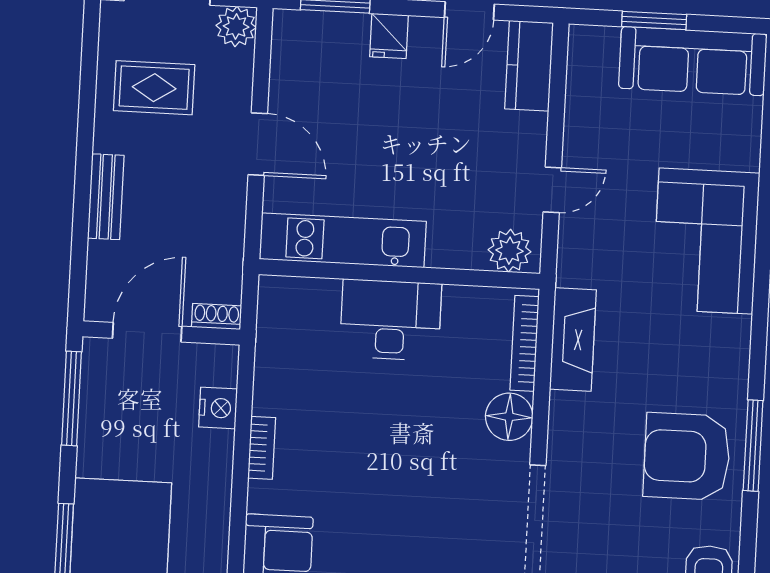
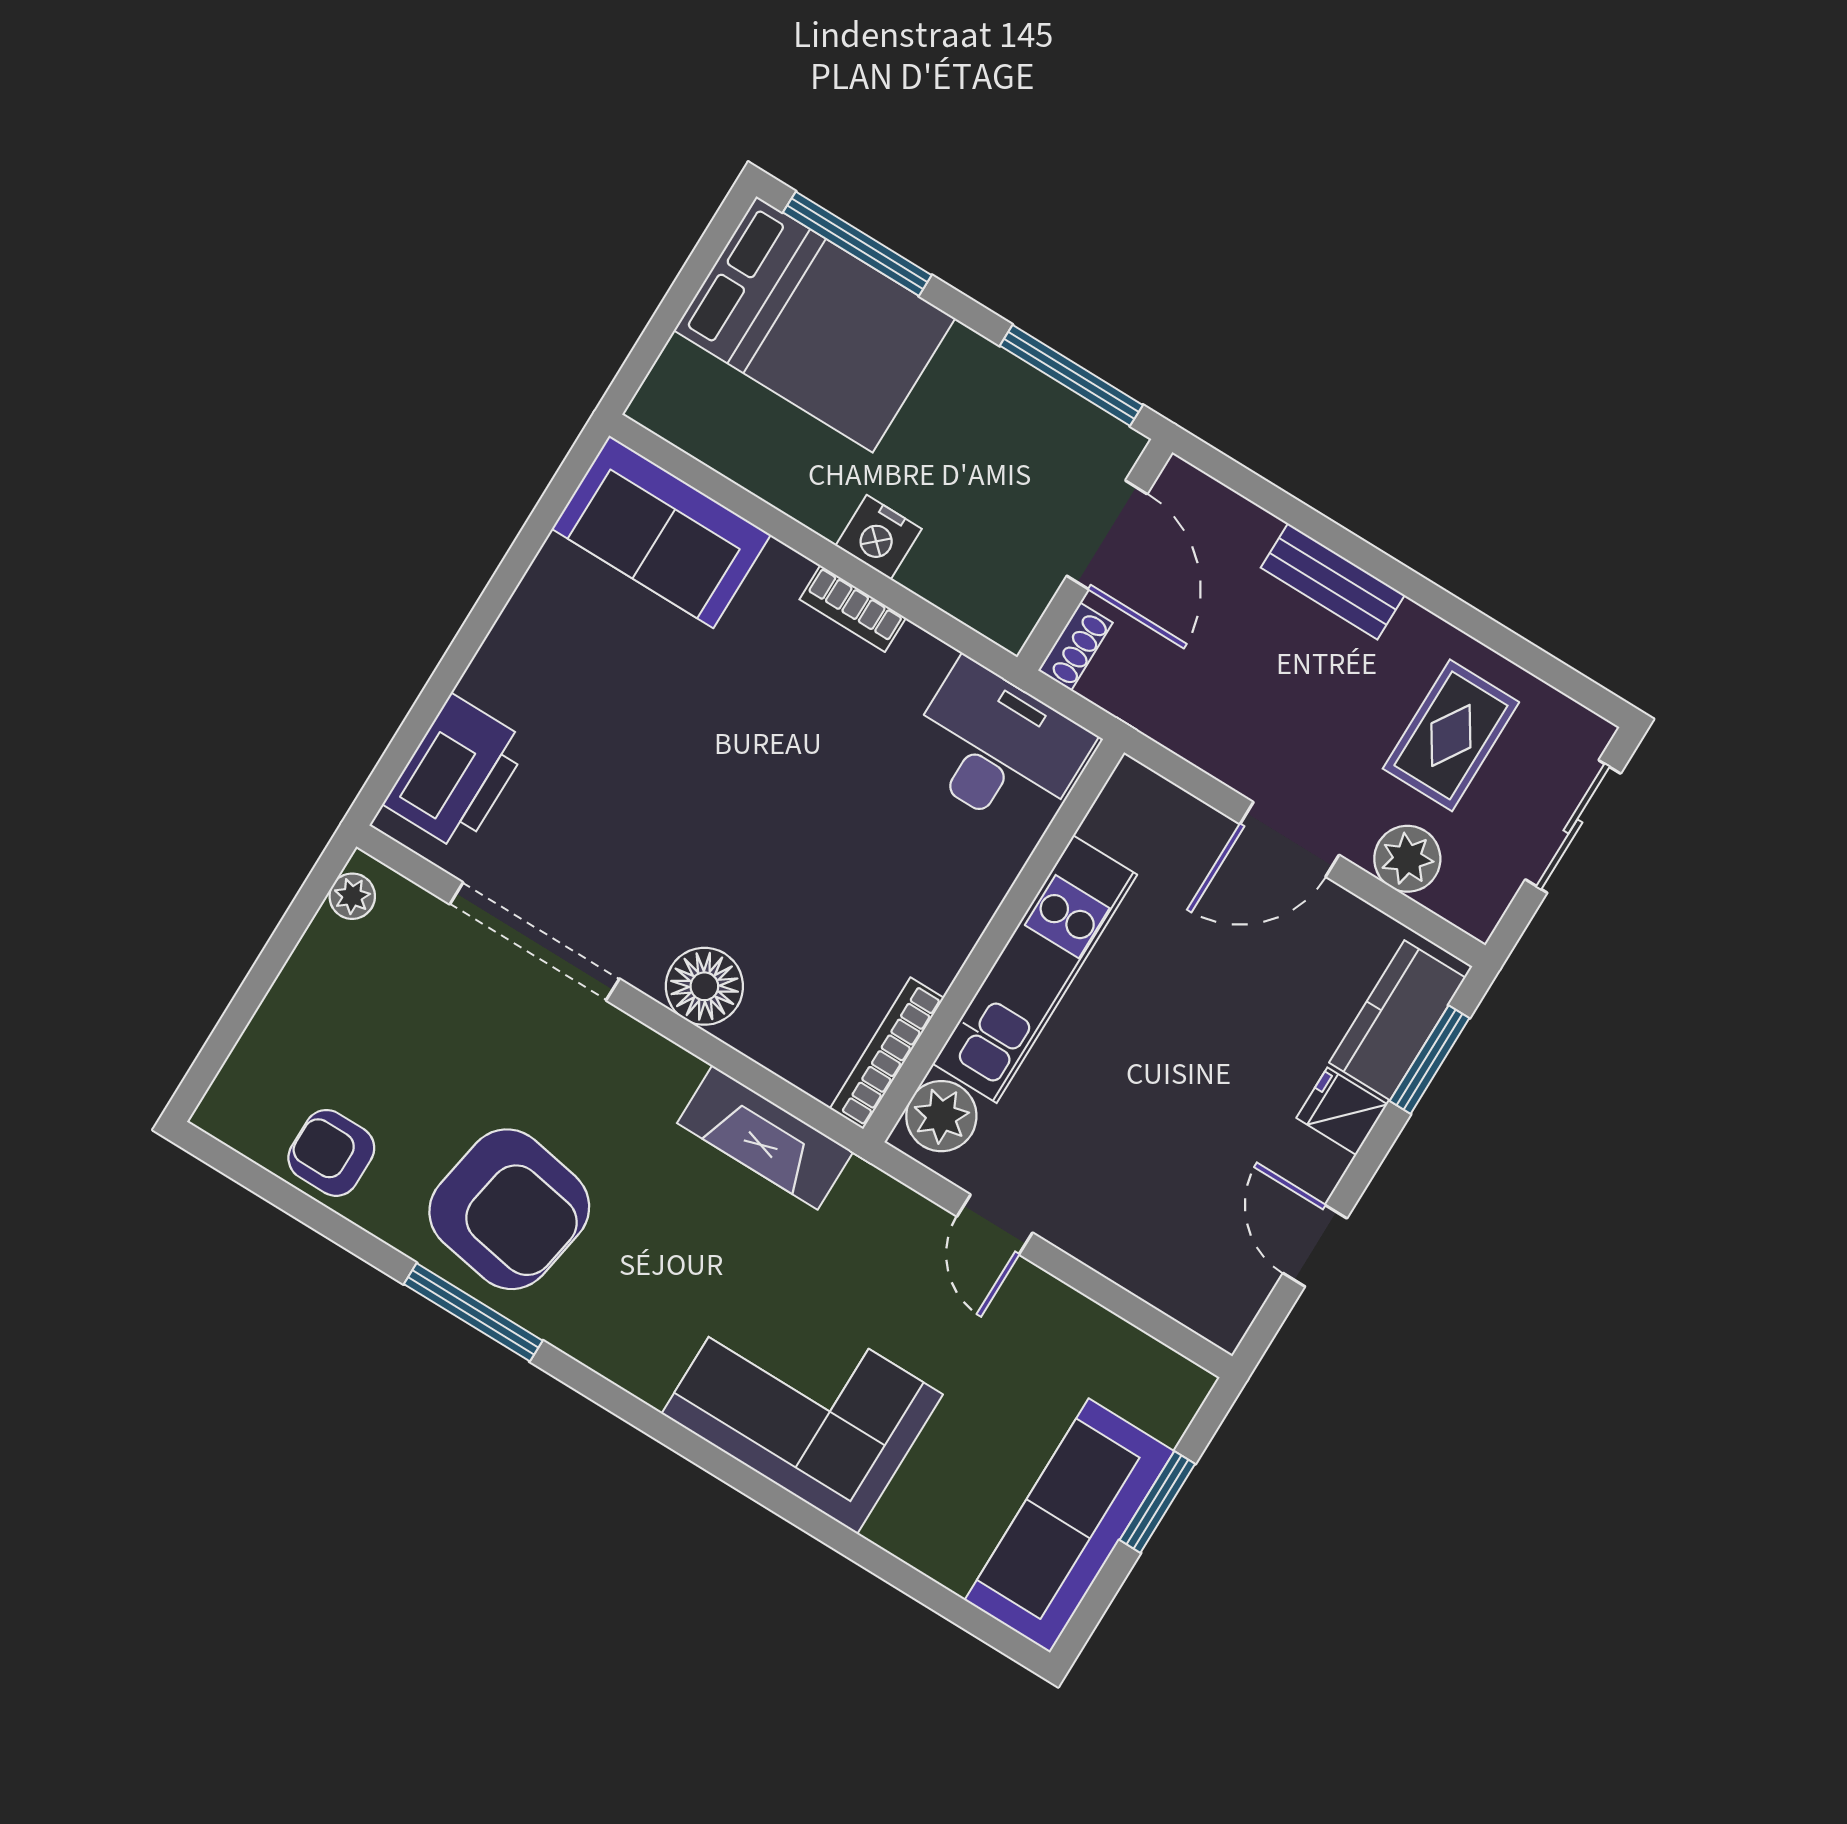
plant: (236, 26) -> (1407, 859), moved
kitchen counter: (529, 66) -> (1397, 1020), moved, turned -90
kitchen unit: (343, 240) -> (1035, 969), moved
desk: (390, 320) -> (997, 748), moved, turned -90
bookcase: (525, 343) -> (887, 1053), moved, turned -90
nightstand: (218, 408) -> (879, 537), moved
armchair: (687, 456) -> (509, 1209), turned 100

